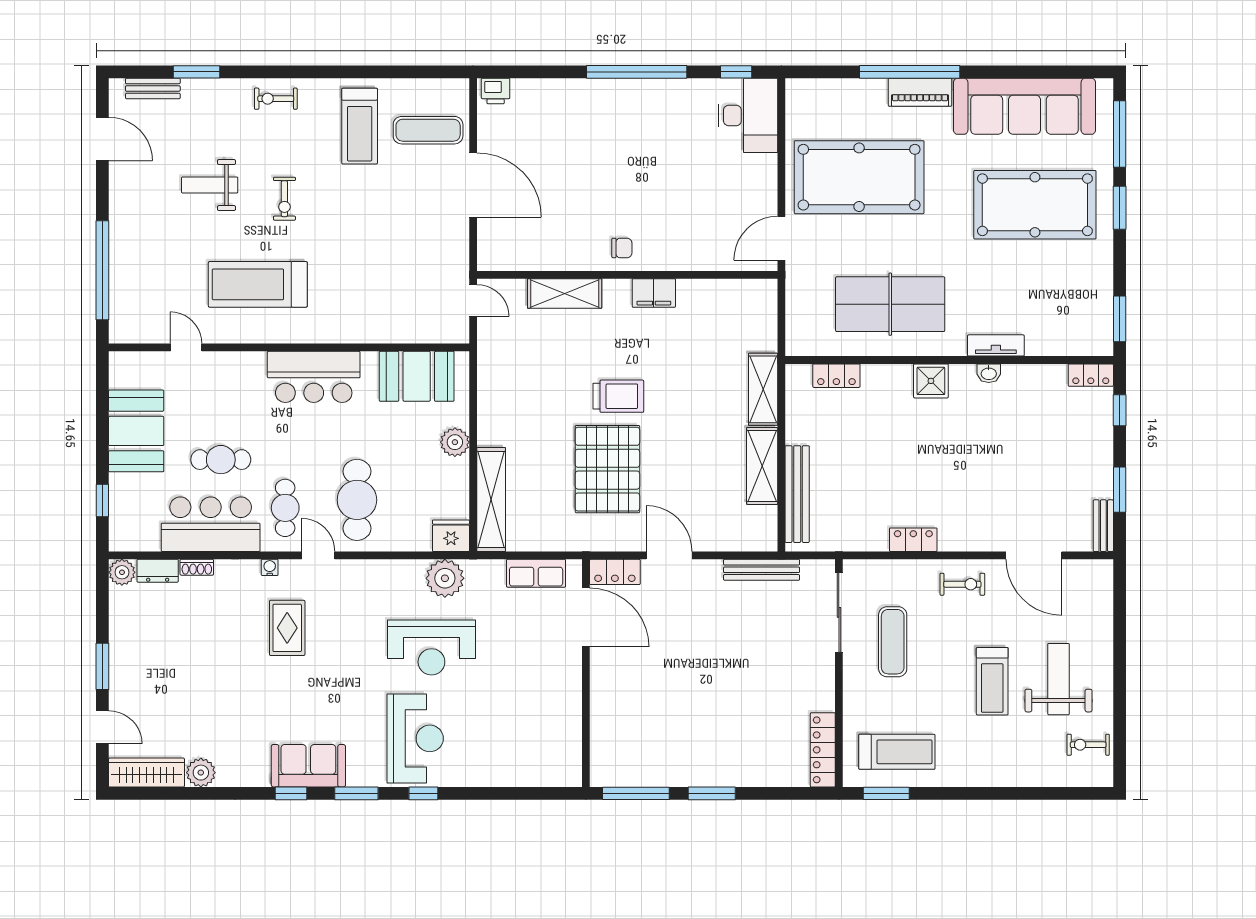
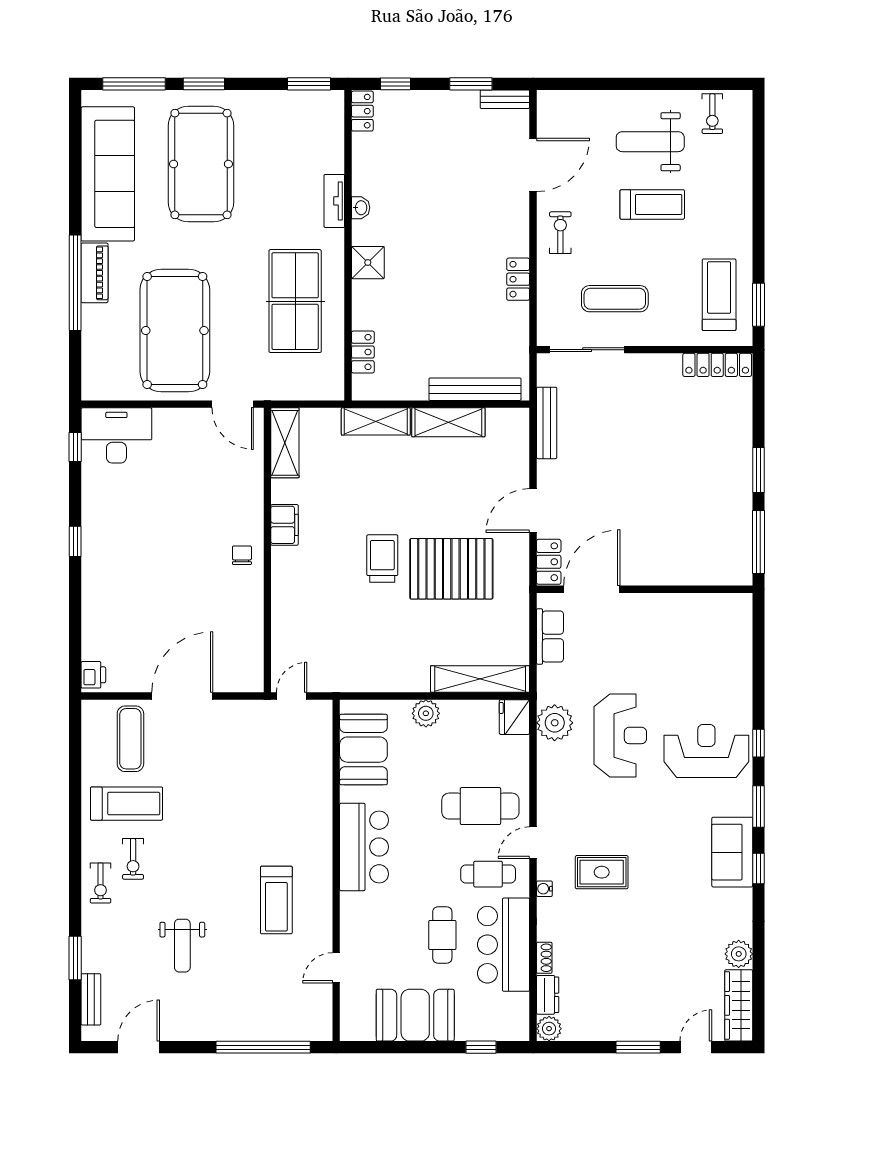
window: (637, 72) -> (75, 541), width x0.32
exercise bike: (284, 199) -> (133, 859), moved, turned 90
treadmill: (258, 284) -> (276, 900), width x0.73, depth x0.73
shelving: (565, 293) -> (285, 443), moved

